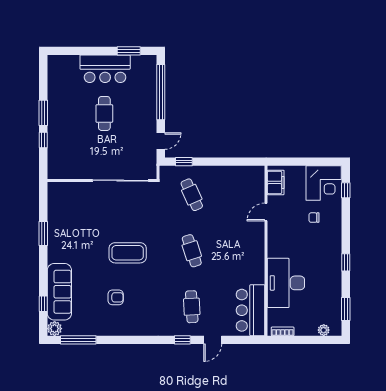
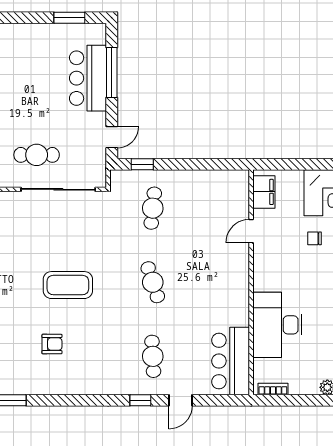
bar counter: (105, 69) -> (88, 78), moved, turned 90
window: (161, 92) -> (112, 72), width x0.68
cafe table: (104, 113) -> (37, 155), moved, turned 90
cafe table: (192, 195) -> (153, 208), turned 30

